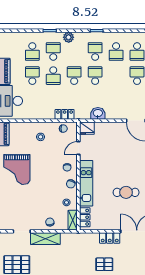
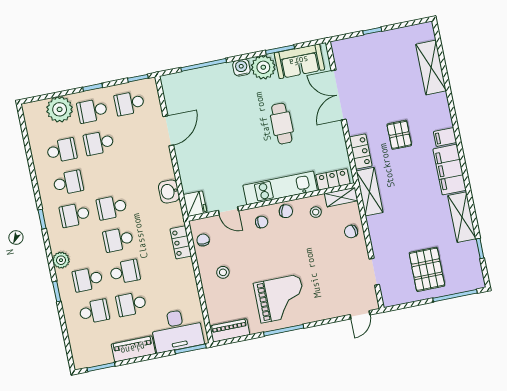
locker: (110, 238) -> (361, 152), moved
shelving: (45, 239) -> (370, 192), moved

